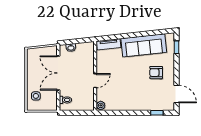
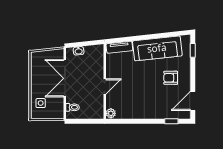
door: (177, 94) -> (193, 101), swing flipped

